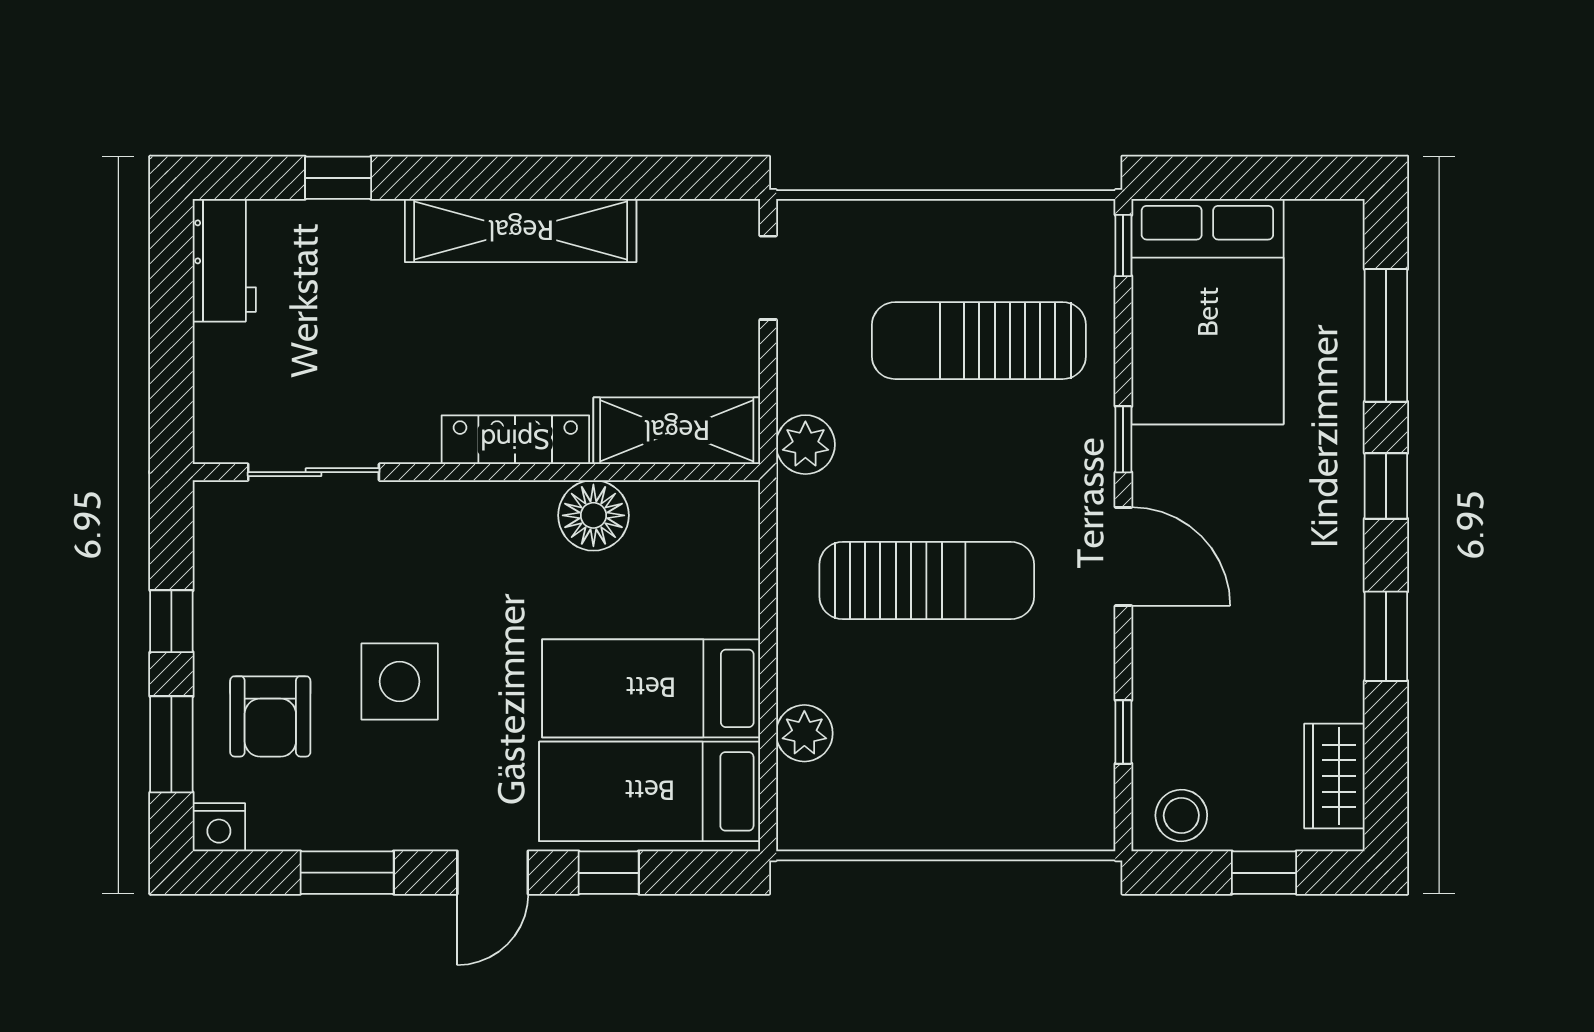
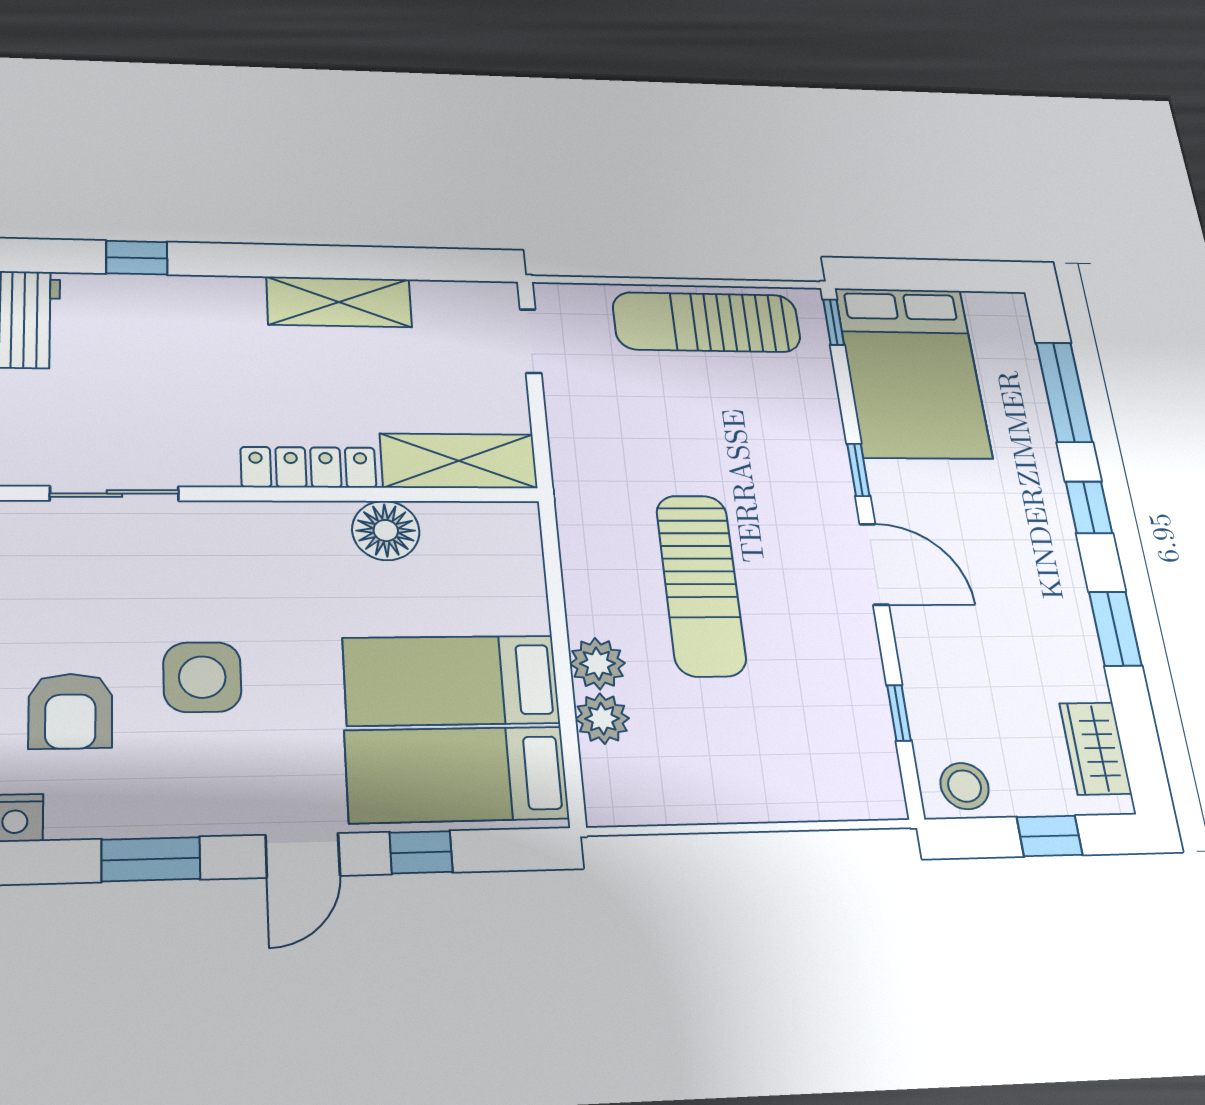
shelving: (521, 231) -> (339, 302), width x0.68
sun lounger: (979, 341) -> (707, 322), moved
plant: (805, 445) -> (598, 664), moved
sun lounger: (927, 581) -> (701, 585), turned 90

